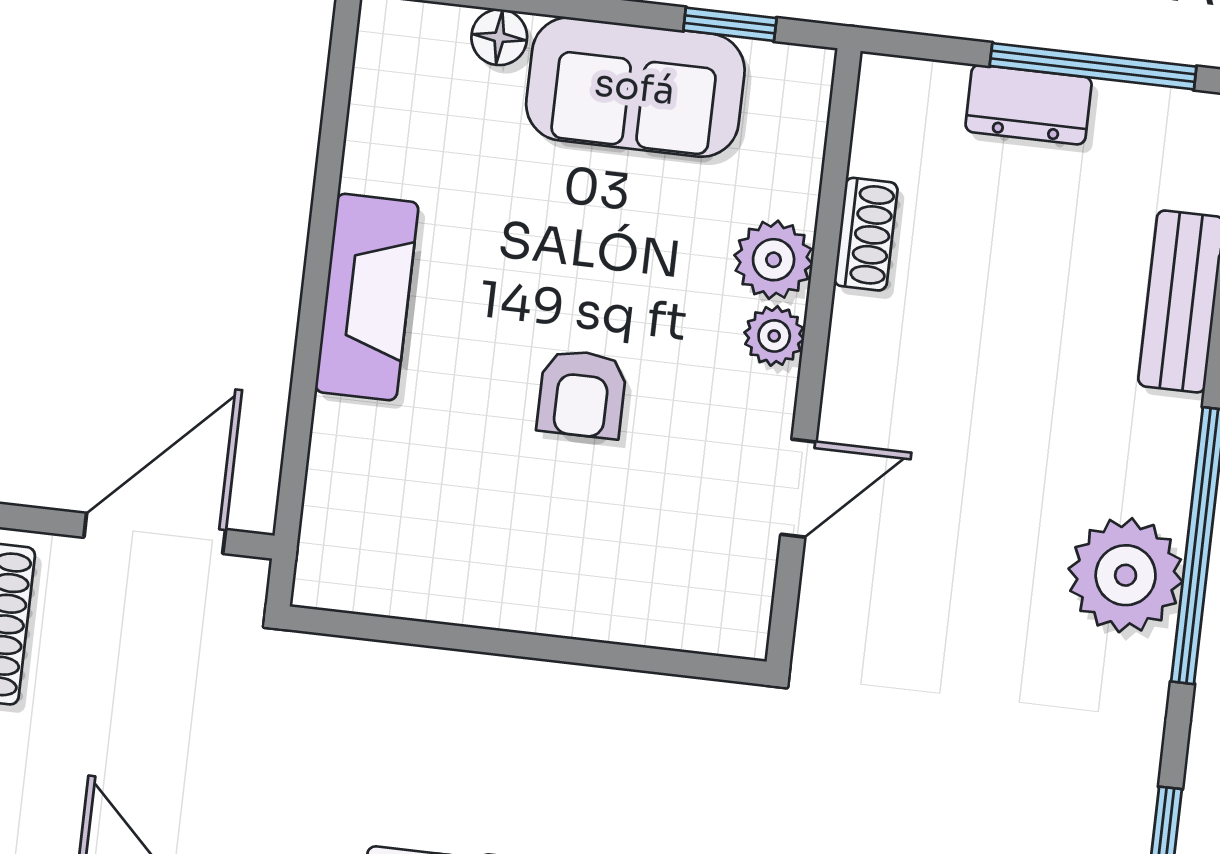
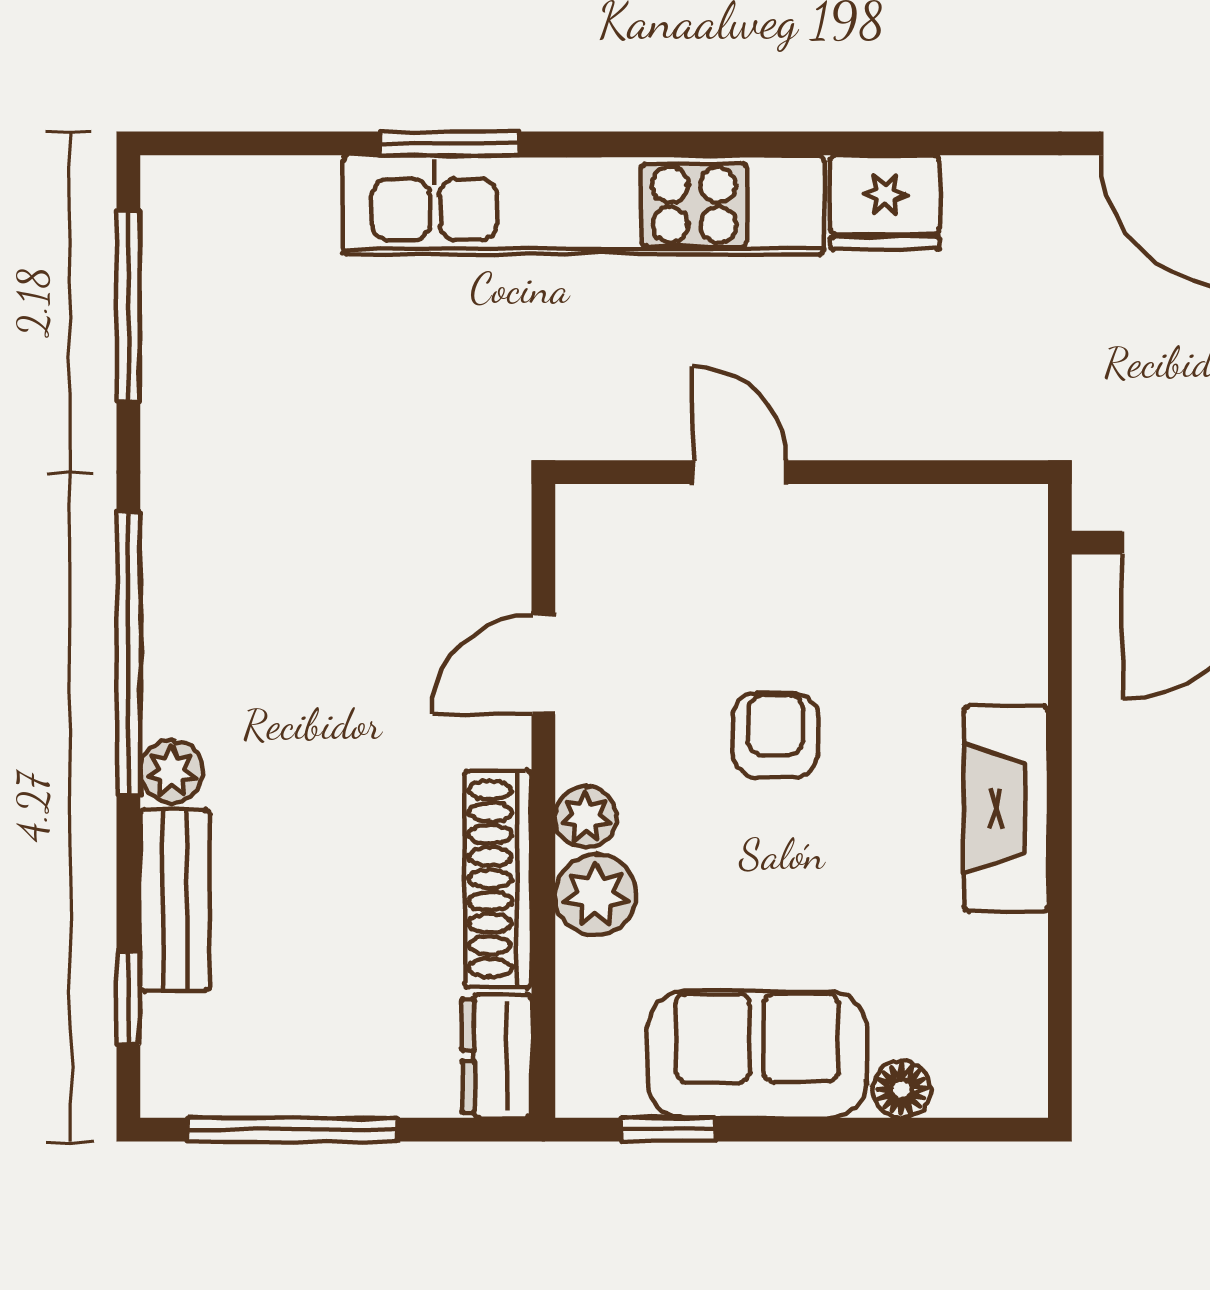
dresser: (1029, 105) -> (497, 1056), moved, turned -90
shoe rack: (866, 234) -> (498, 879), width x1.94, depth x1.24
plant: (1126, 575) -> (172, 772), moved, width x0.53, depth x0.53
door: (587, 652) -> (740, 472), added

